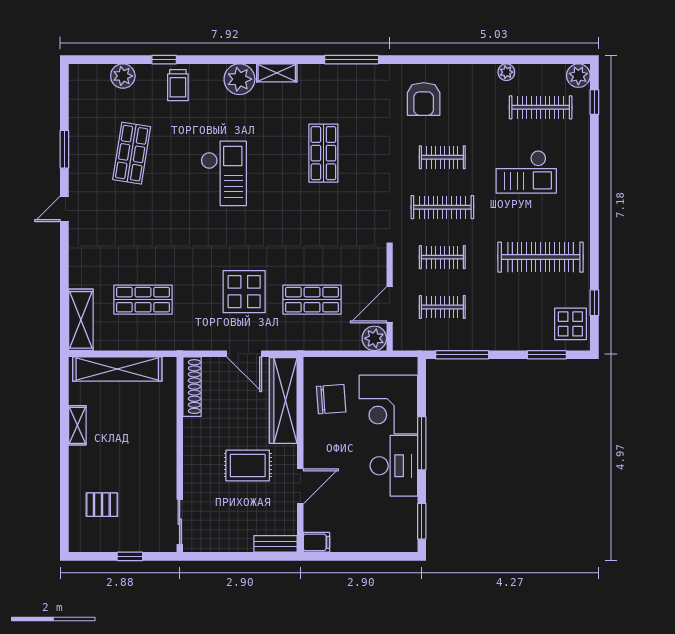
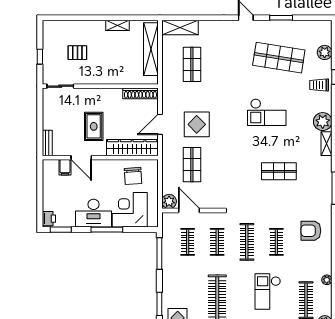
shop shelf: (132, 153) -> (279, 58), width x1.43, depth x1.36
pallet: (102, 505) -> (77, 53), moved, turned 90
printer: (403, 541) -> (49, 219), added
filing cabinet: (317, 542) -> (65, 167), moved

